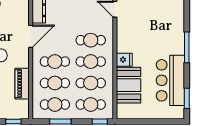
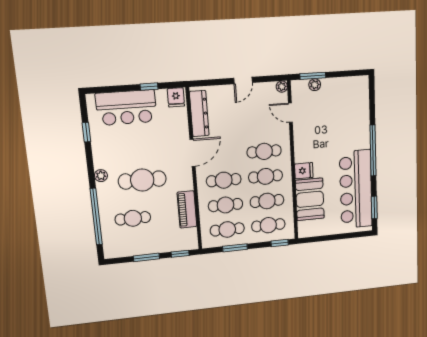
window: (187, 47) -> (373, 151), width x1.46
bar counter: (170, 80) -> (356, 189), width x1.36

